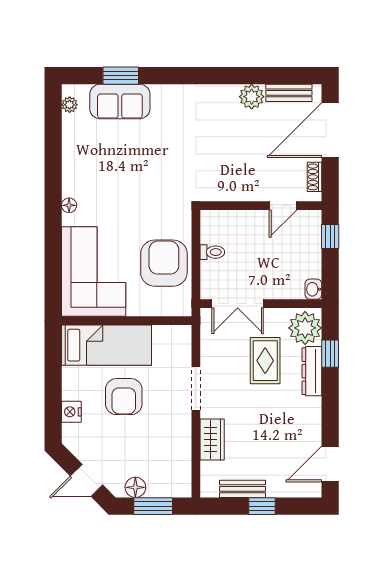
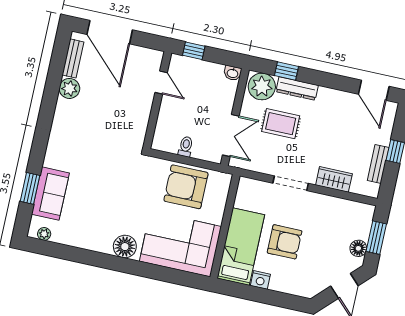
shoe rack: (314, 177) -> (144, 53), removed
floor lamp: (69, 205) -> (125, 247), width x1.89, depth x1.89
nightstand: (71, 412) -> (260, 280), moved

